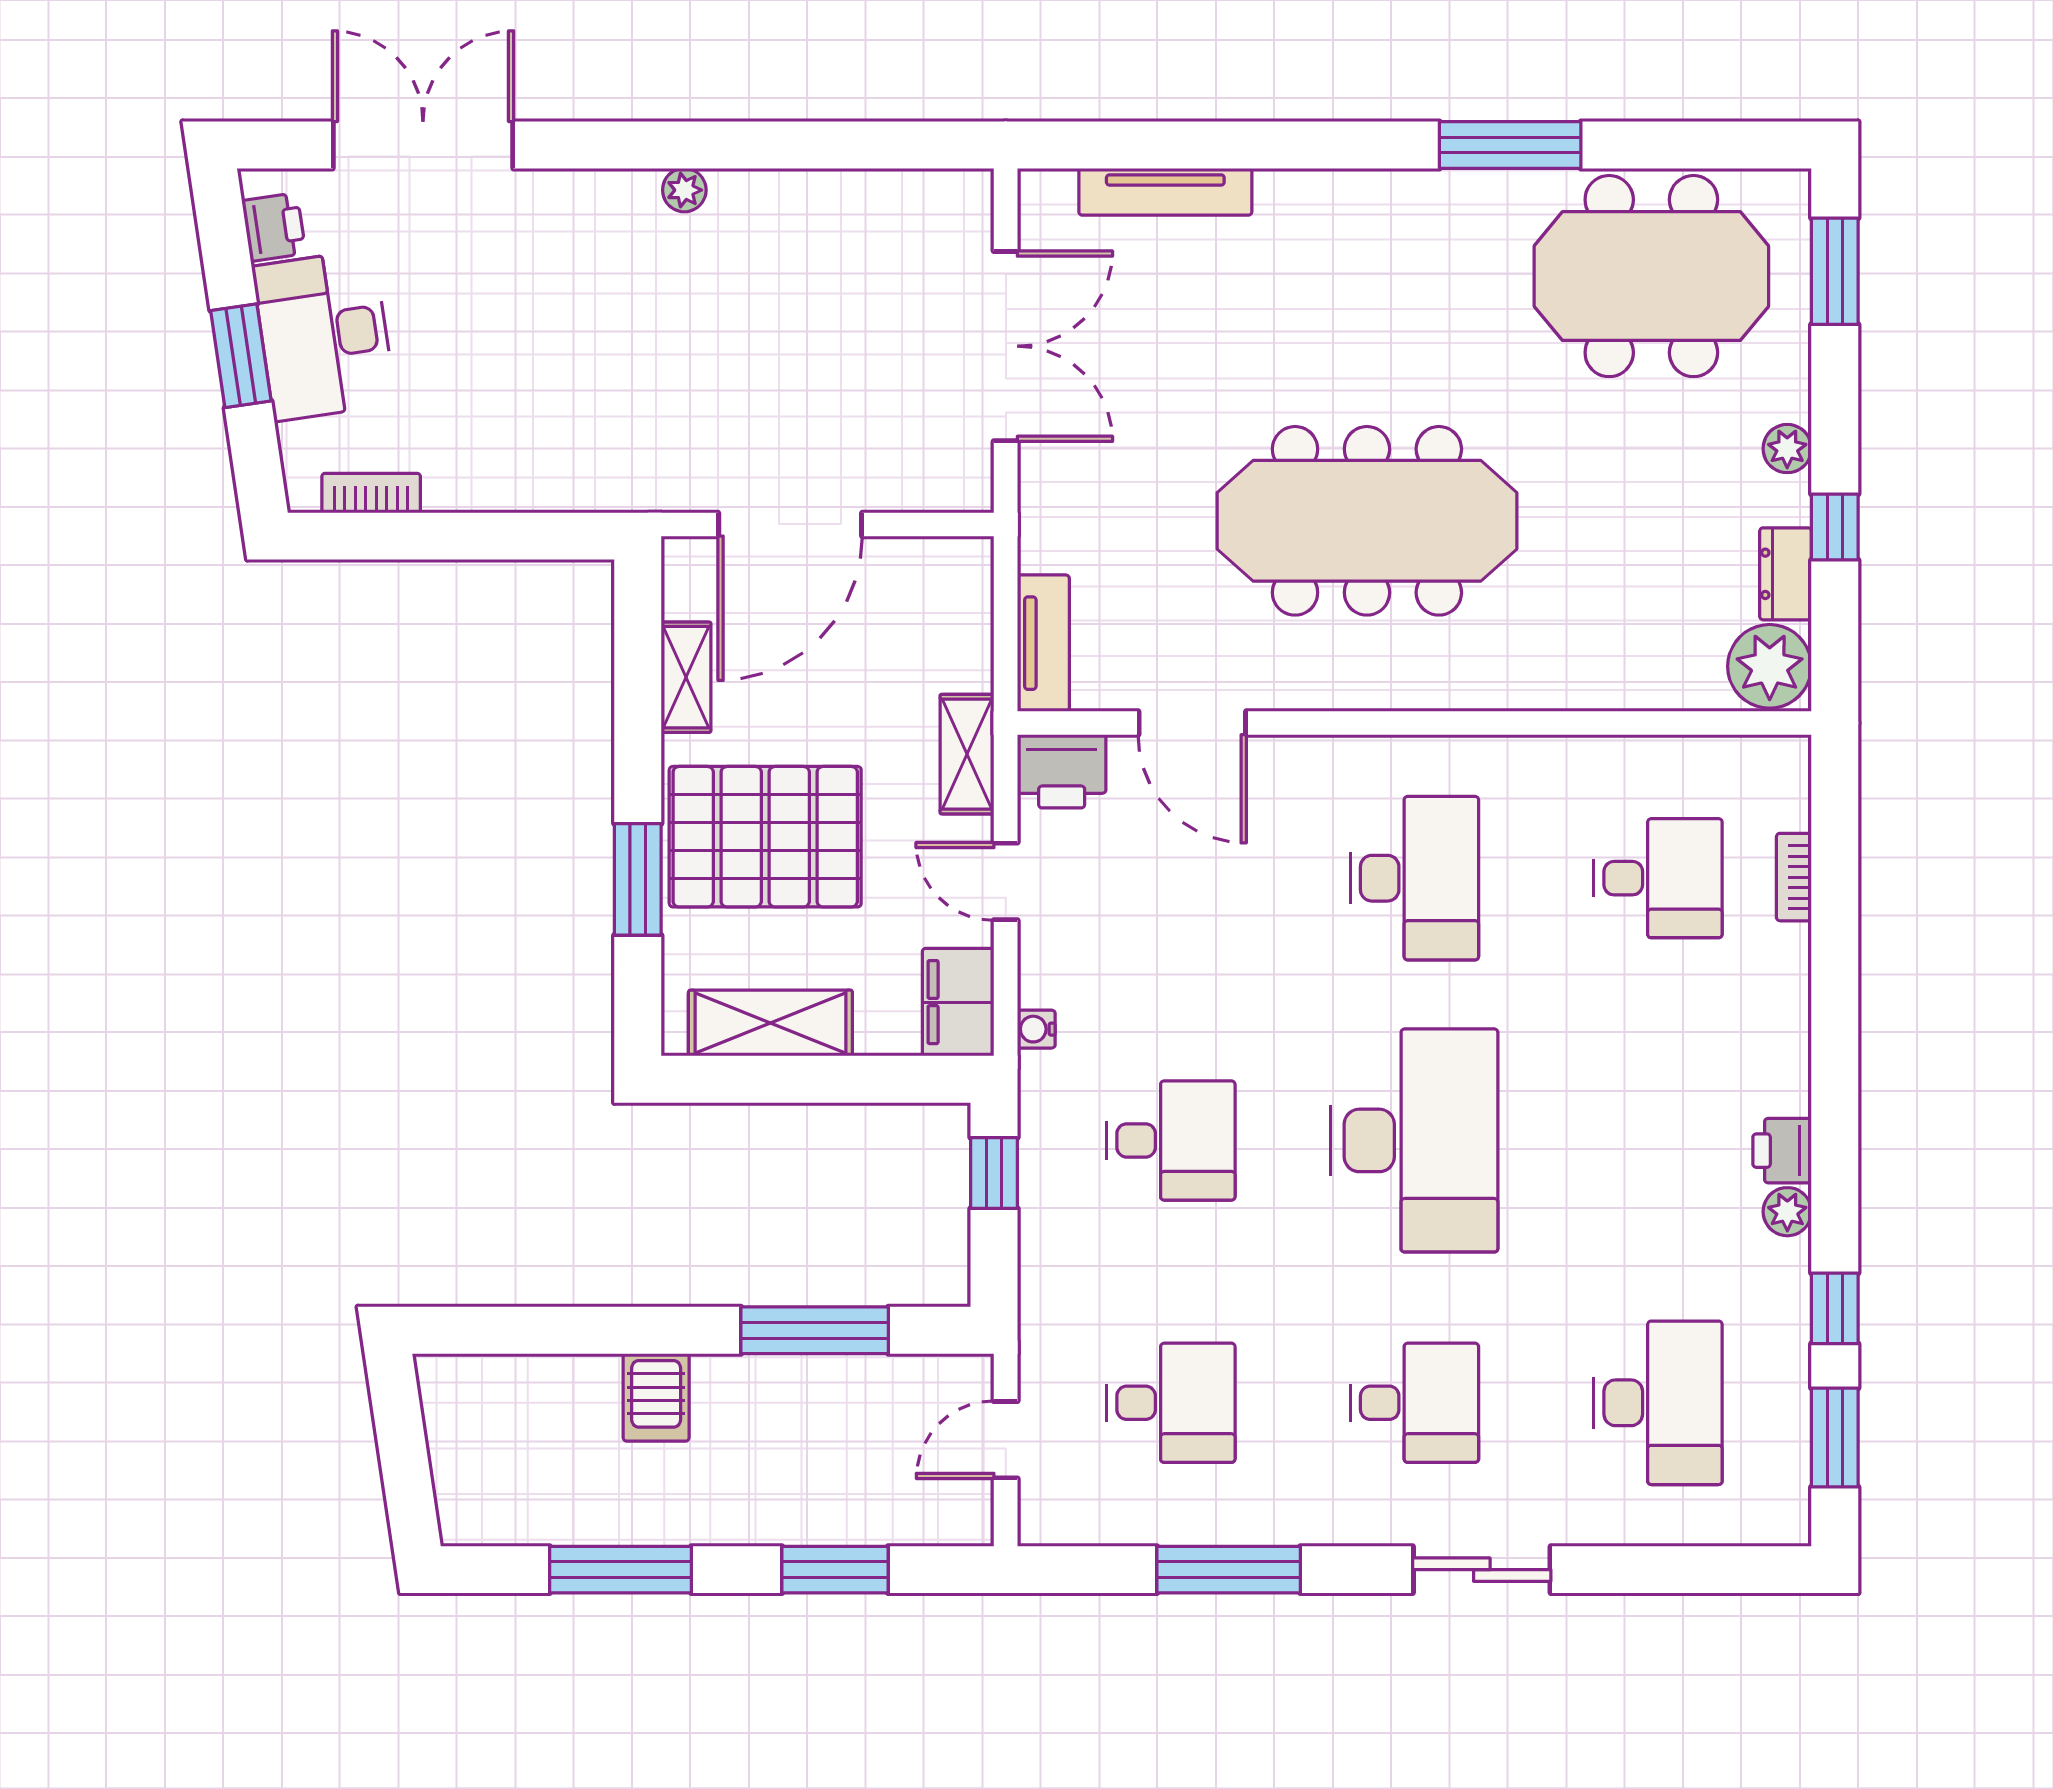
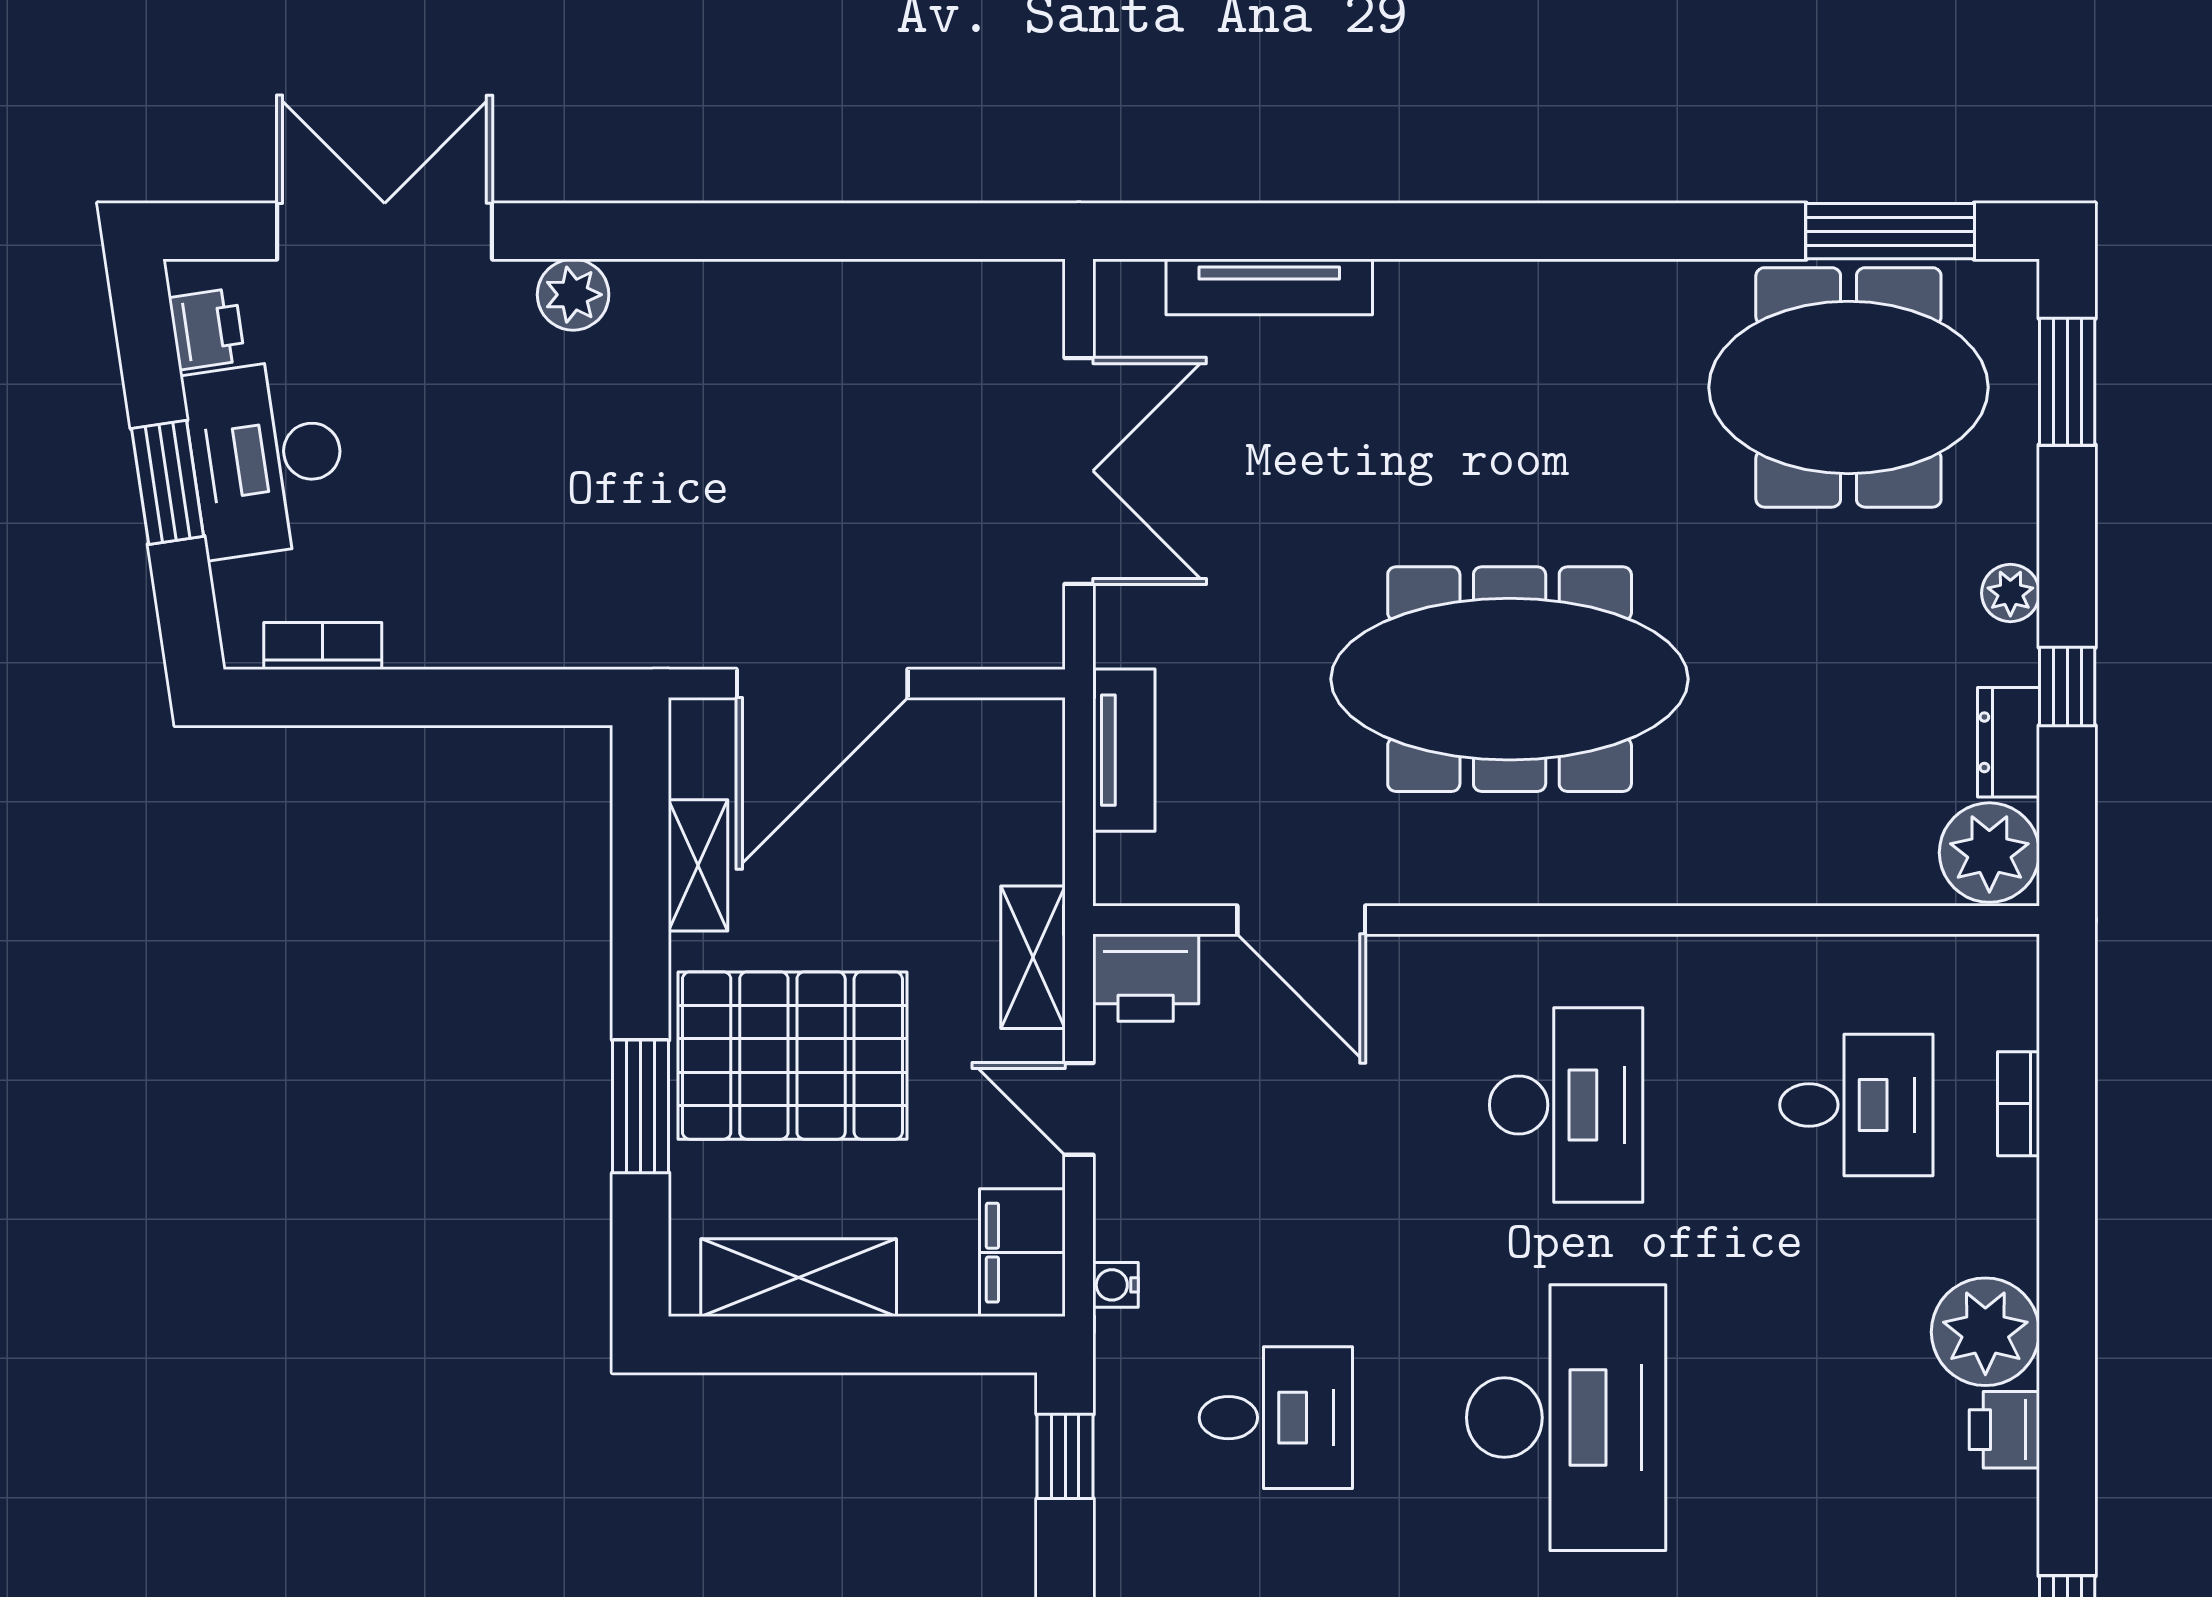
window: (1510, 145) -> (1890, 231), moved
plant: (684, 190) -> (573, 295), moved, width x1.38, depth x1.38
tv unit: (1043, 643) -> (1124, 750), moved
plant: (1787, 1212) -> (1985, 1332), moved, width x1.87, depth x1.87

